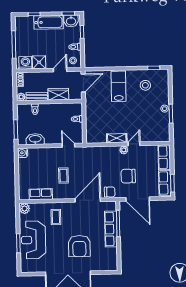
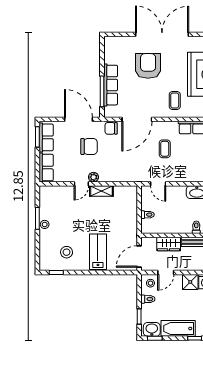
lab bench: (118, 86) -> (98, 252), turned 180

